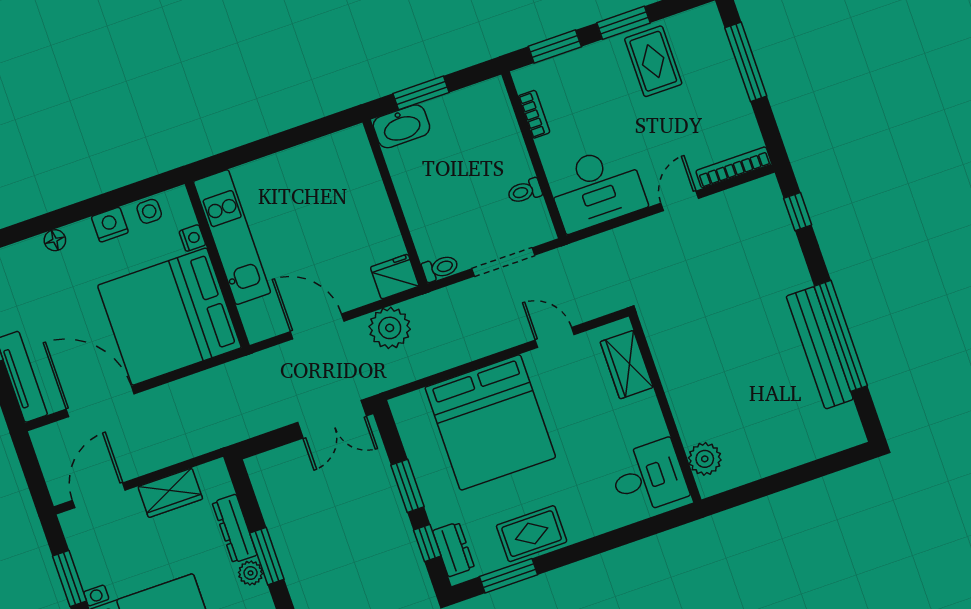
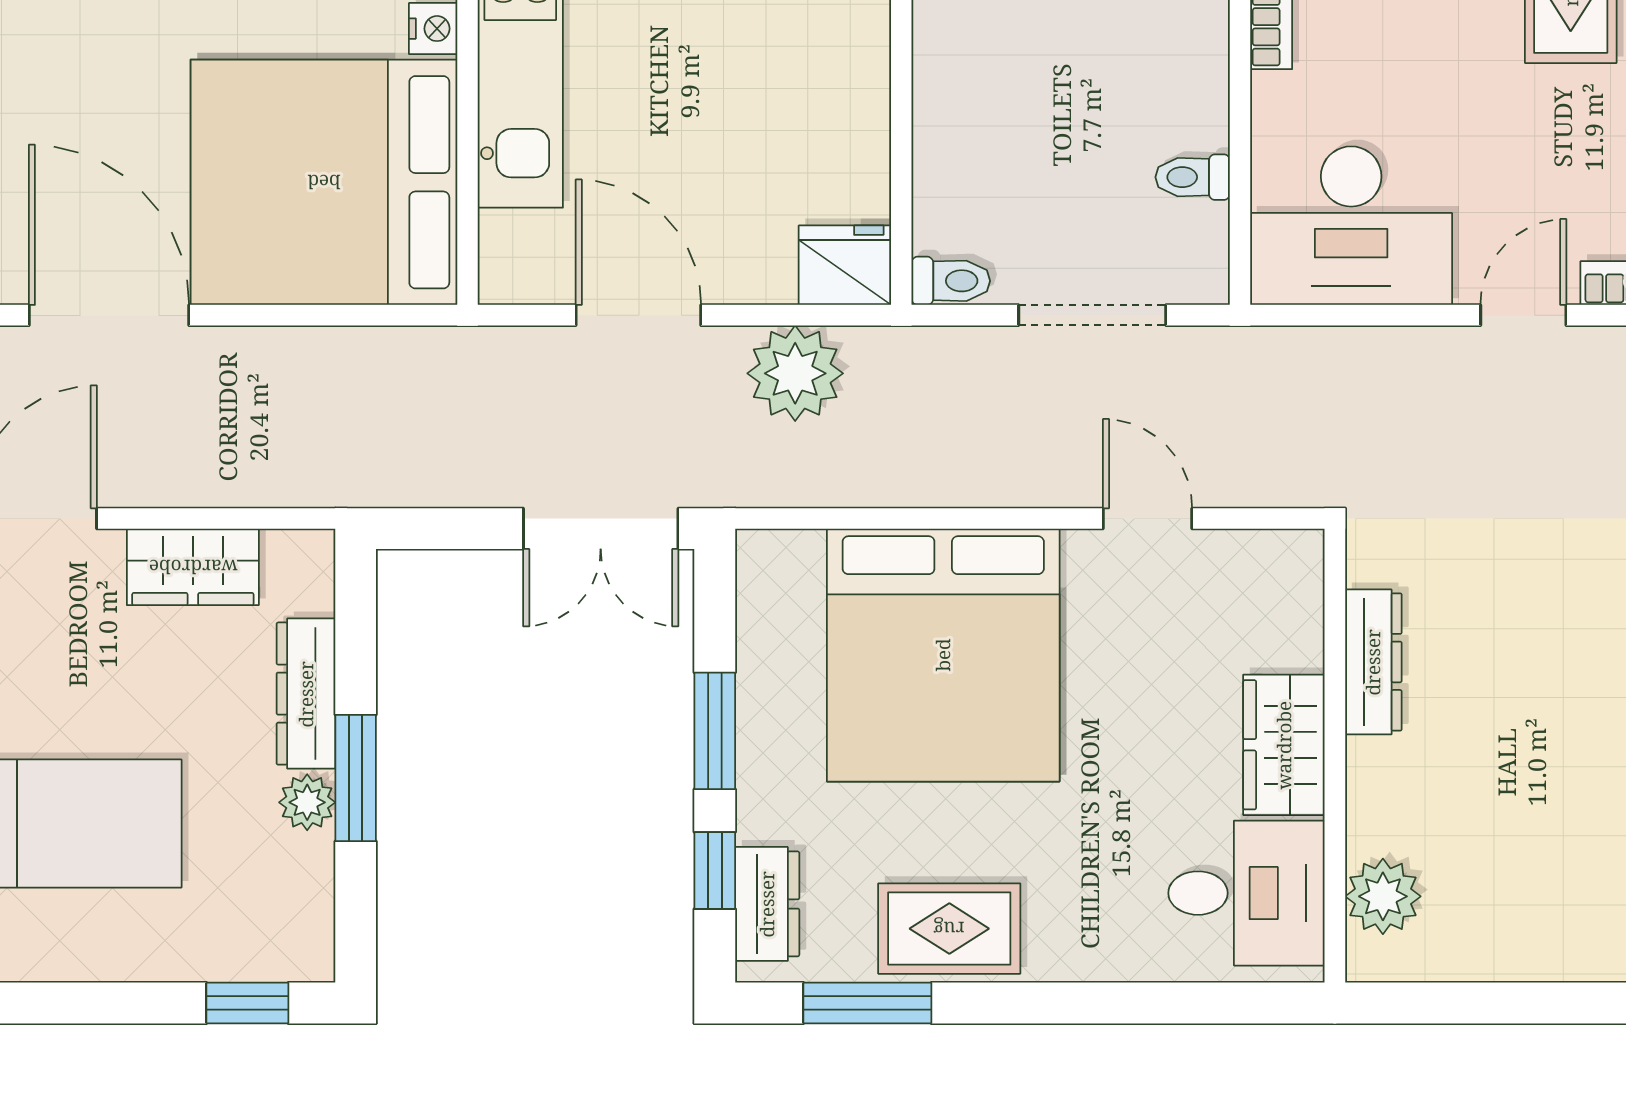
dresser: (668, 364) -> (1373, 662), added
wardrobe: (627, 365) -> (1284, 745), moved

